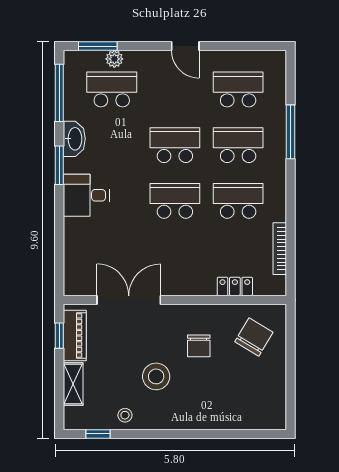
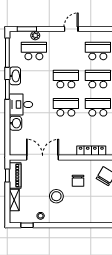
door: (185, 46) -> (71, 29), swing flipped
washbasin: (75, 232) -> (16, 123), added
locker: (235, 286) -> (91, 151), width x1.53

